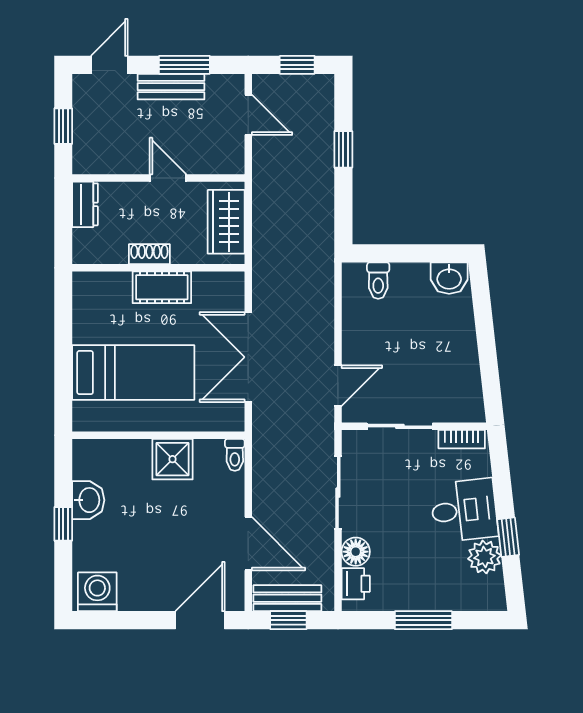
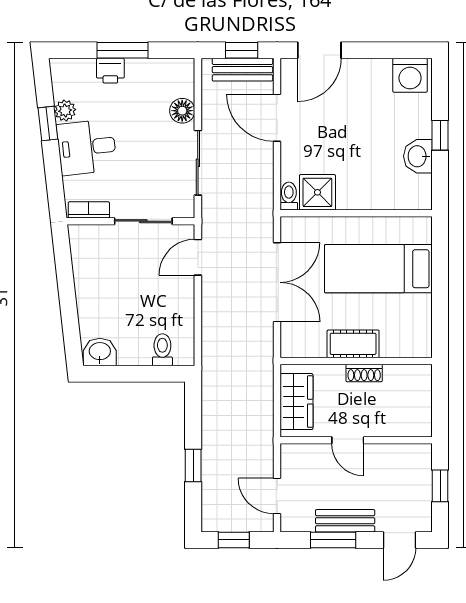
dresser: (85, 204) -> (421, 417), removed
shower: (172, 459) -> (317, 192), moved
plant: (484, 557) -> (65, 111), width x0.73, depth x0.73
printer: (356, 584) -> (110, 71), moved, turned -90

